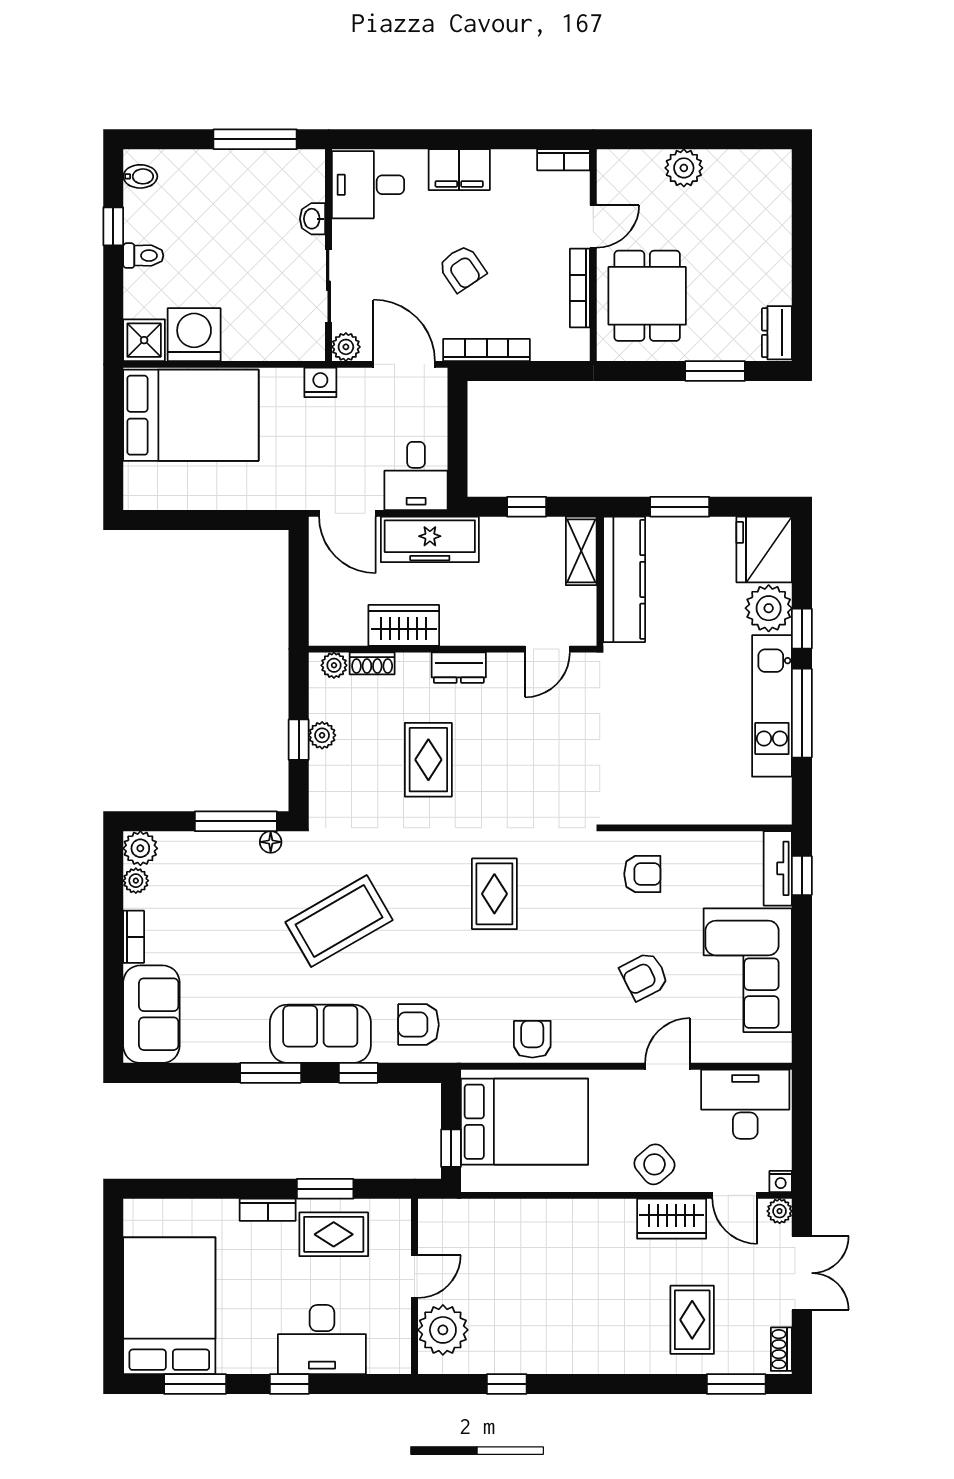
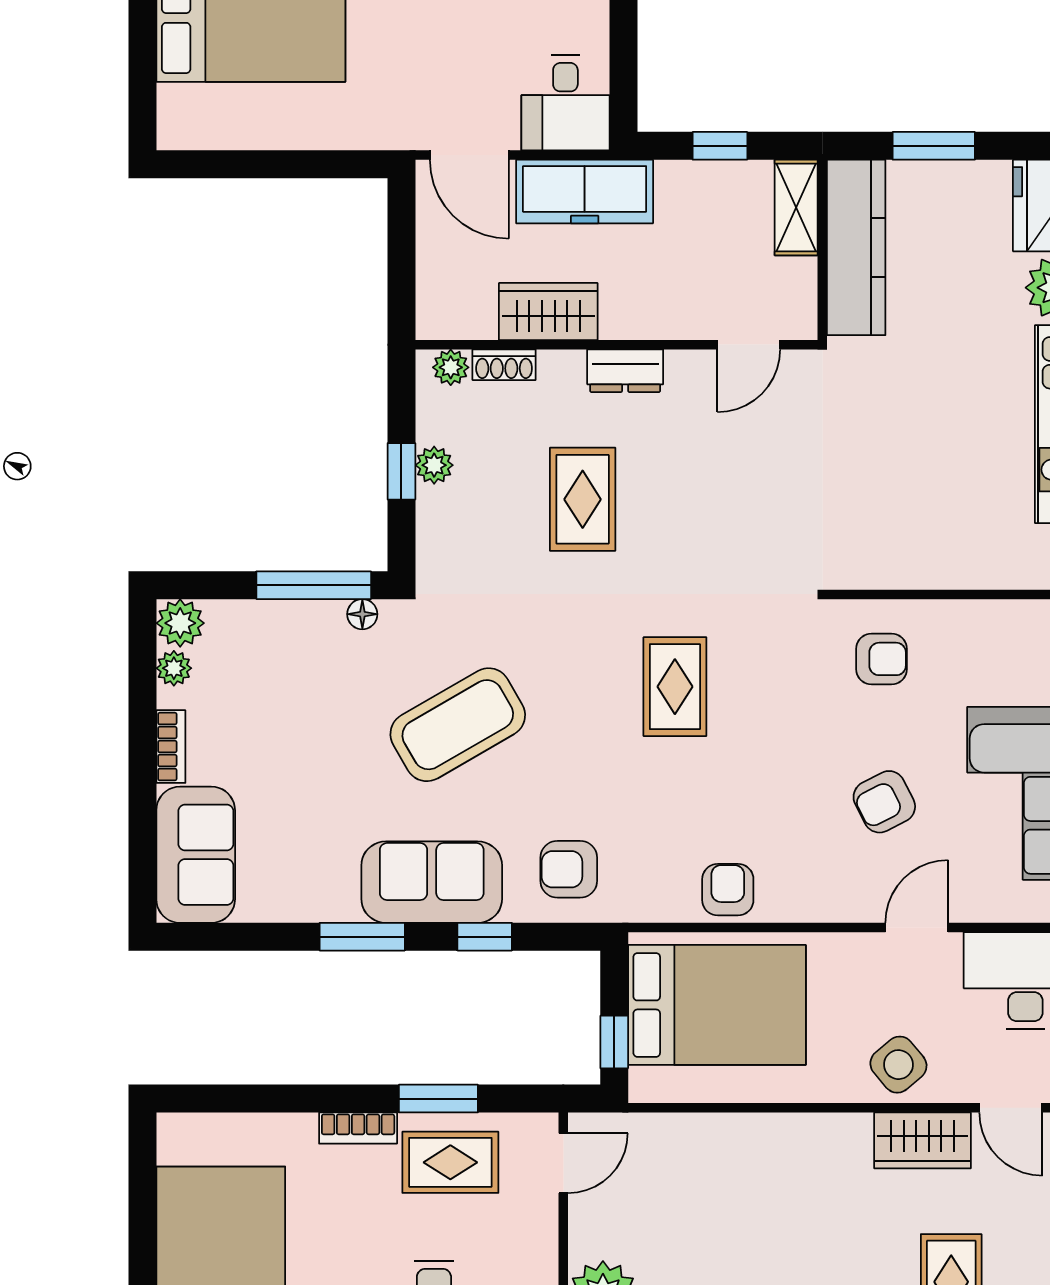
door: (415, 1277) -> (563, 1163), moved

